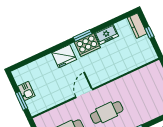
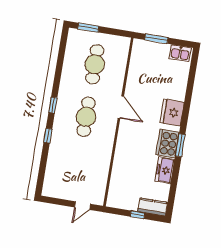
kitchen sink: (26, 91) -> (180, 53), moved

